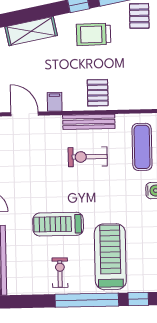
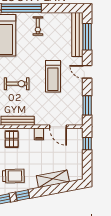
exercise bike: (88, 157) -> (17, 84), moved
treadmill: (58, 224) -> (53, 76), moved, turned 90

